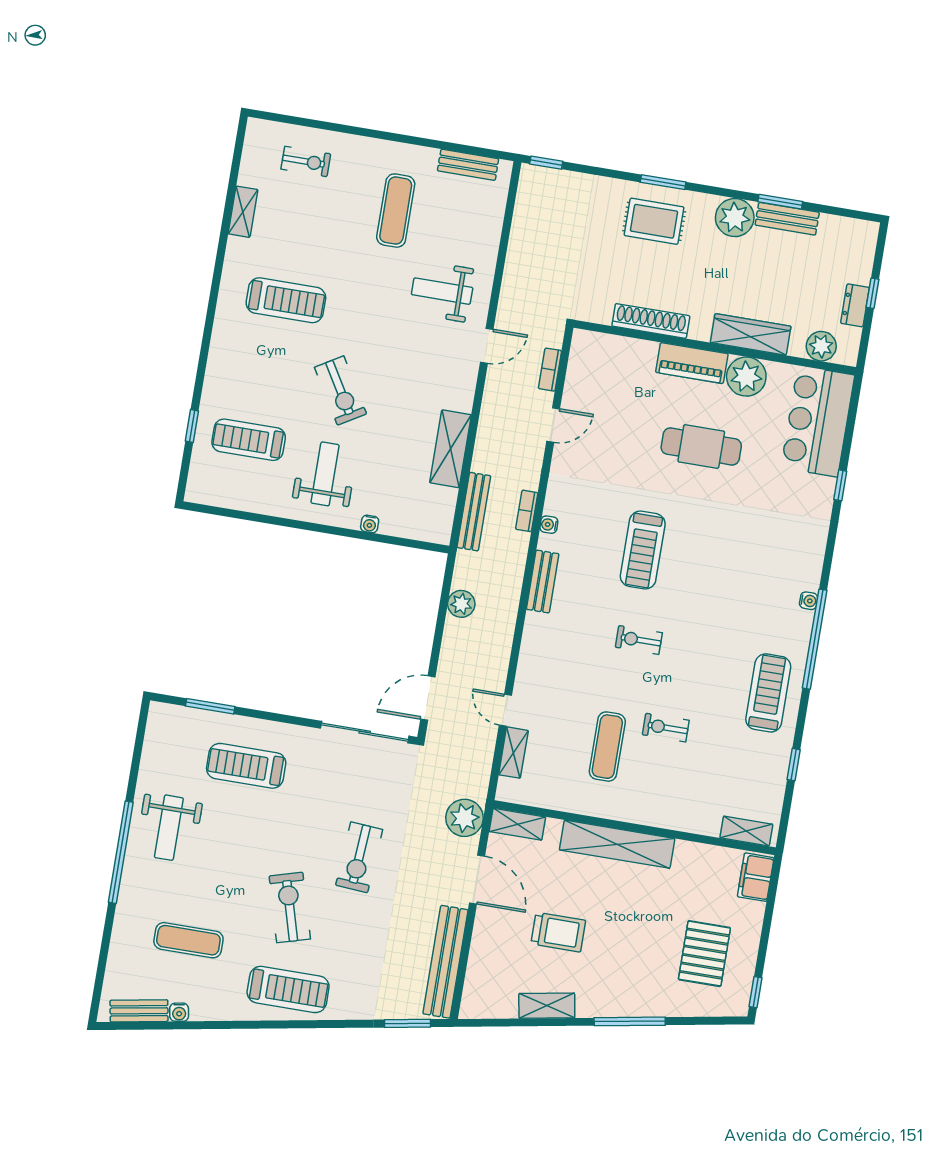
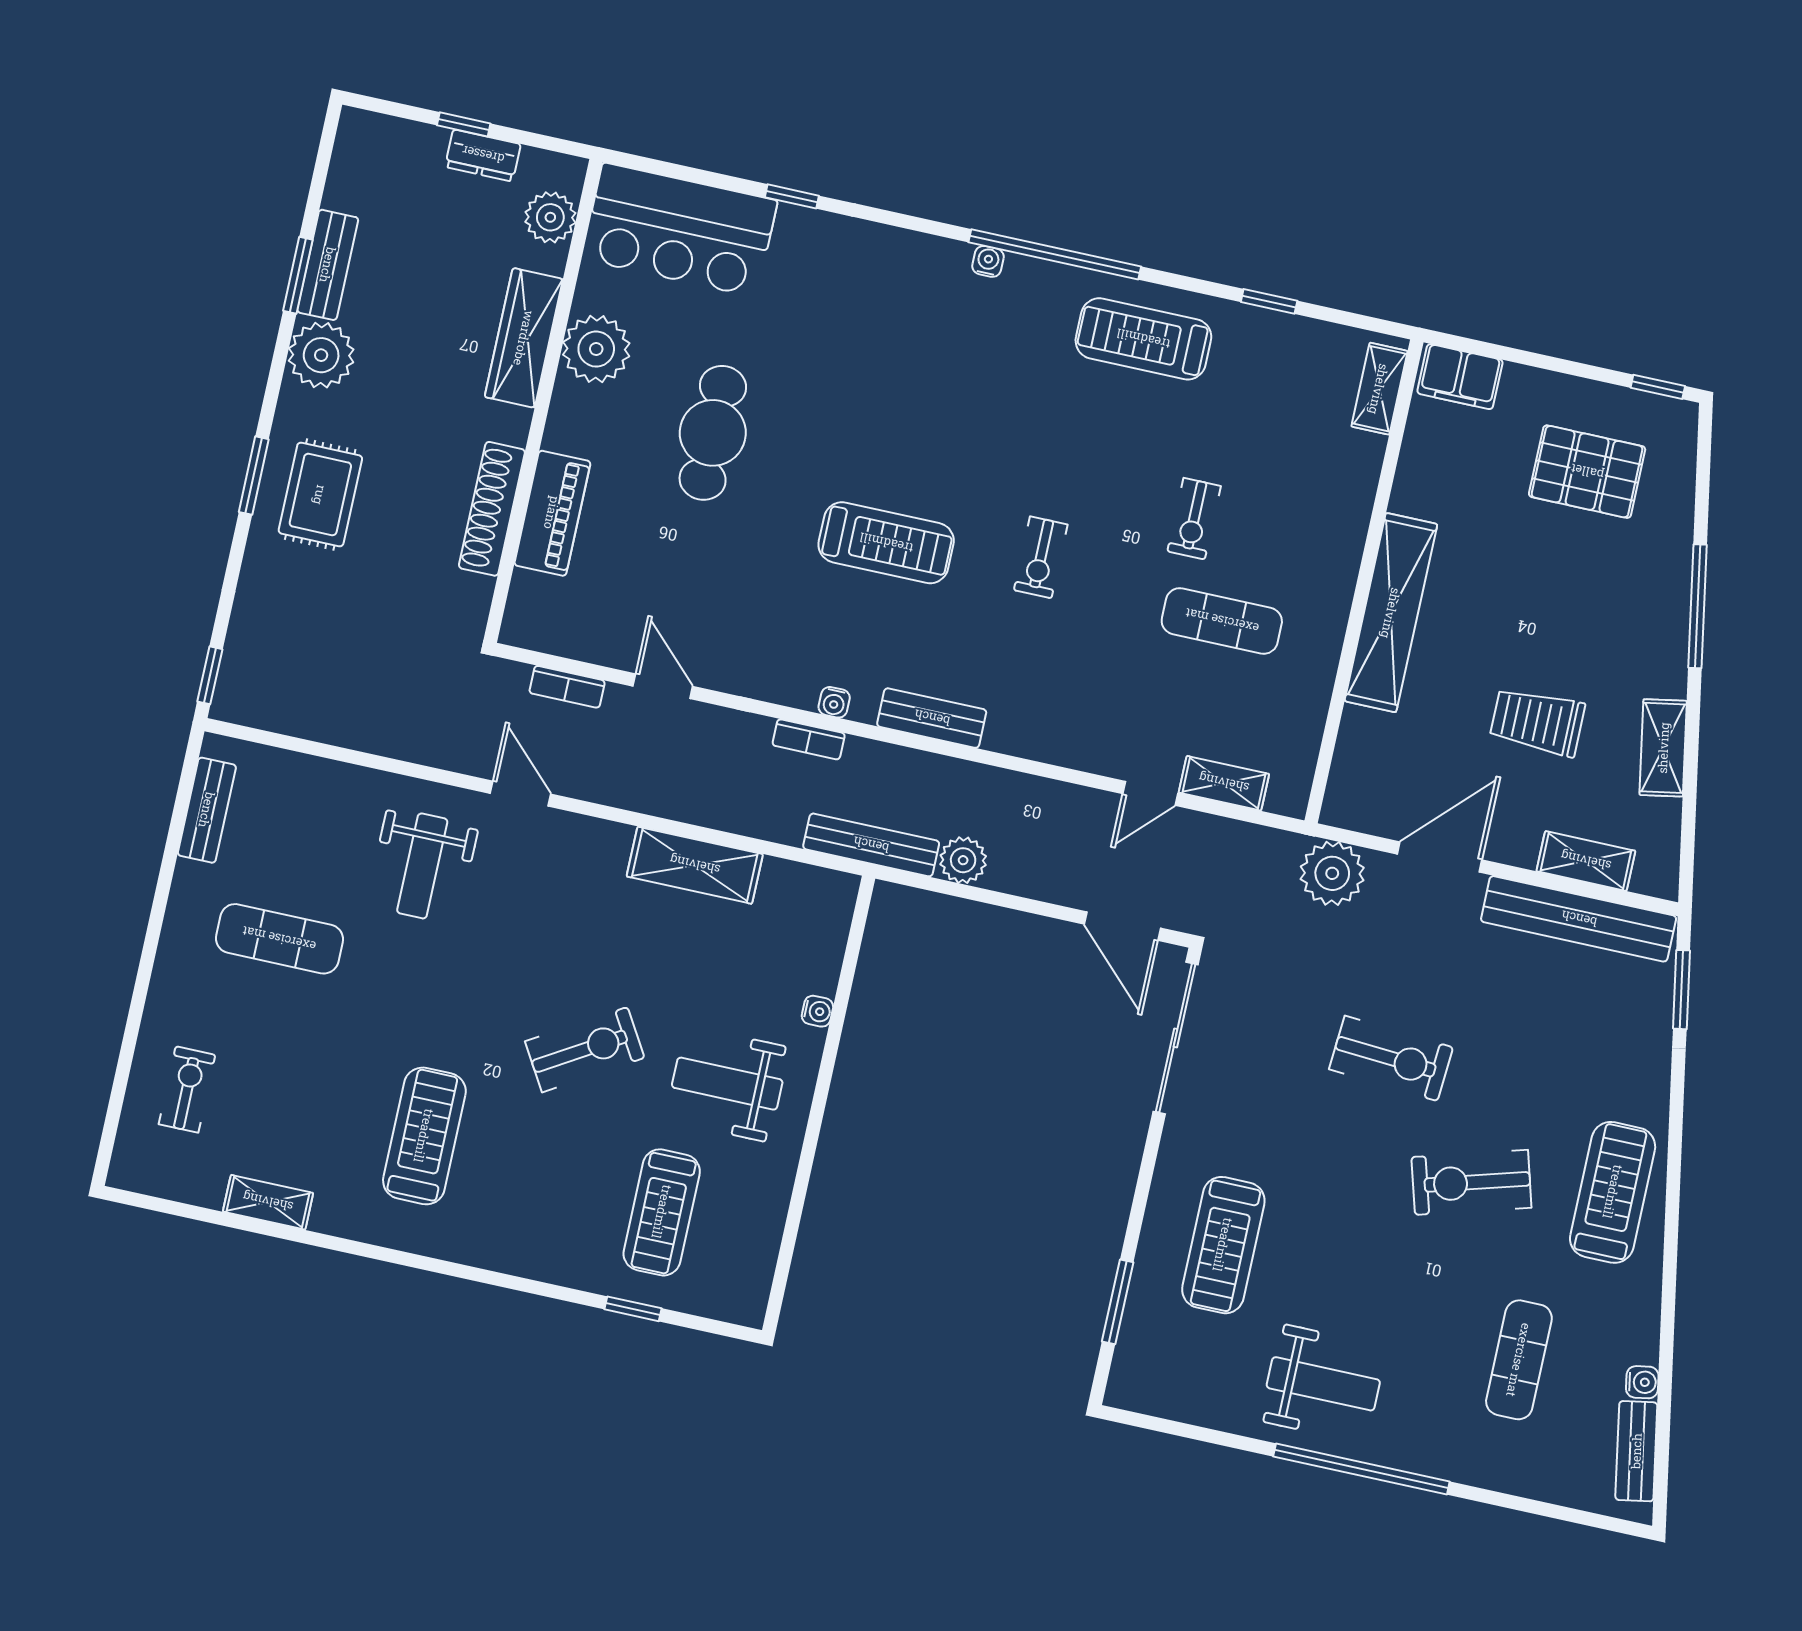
piano: (692, 363) -> (552, 513), moved
bench: (474, 512) -> (871, 845), moved
shelving: (517, 824) -> (1586, 861), moved, turned 90
trolley: (558, 932) -> (1537, 722), turned -90

